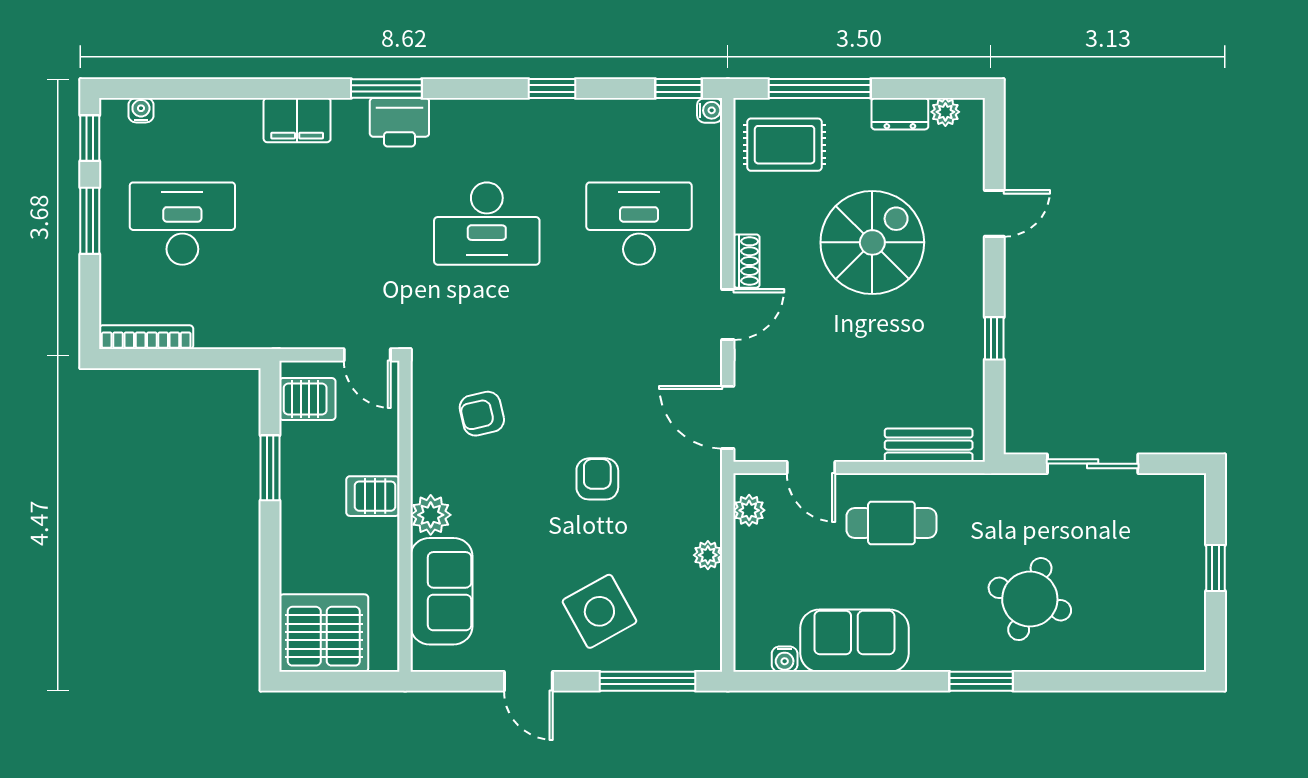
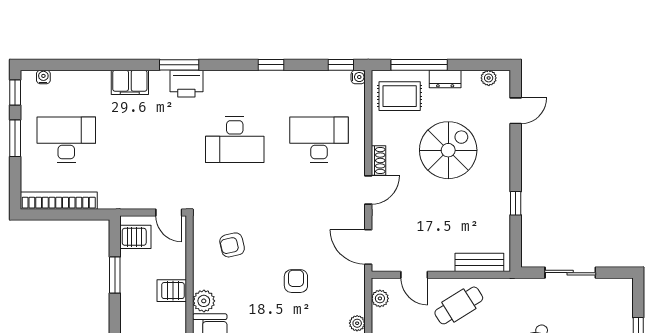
dresser: (900, 114) -> (445, 79), moved
door: (994, 213) -> (516, 111), moved
bookcase: (146, 337) -> (59, 201), width x1.48, depth x1.31
cafe table: (891, 523) -> (459, 305), turned -32

